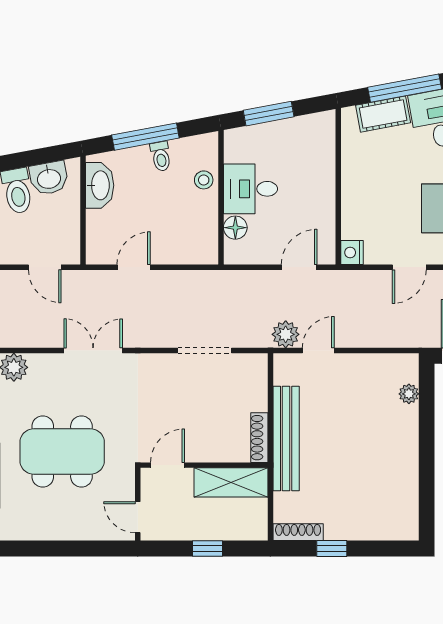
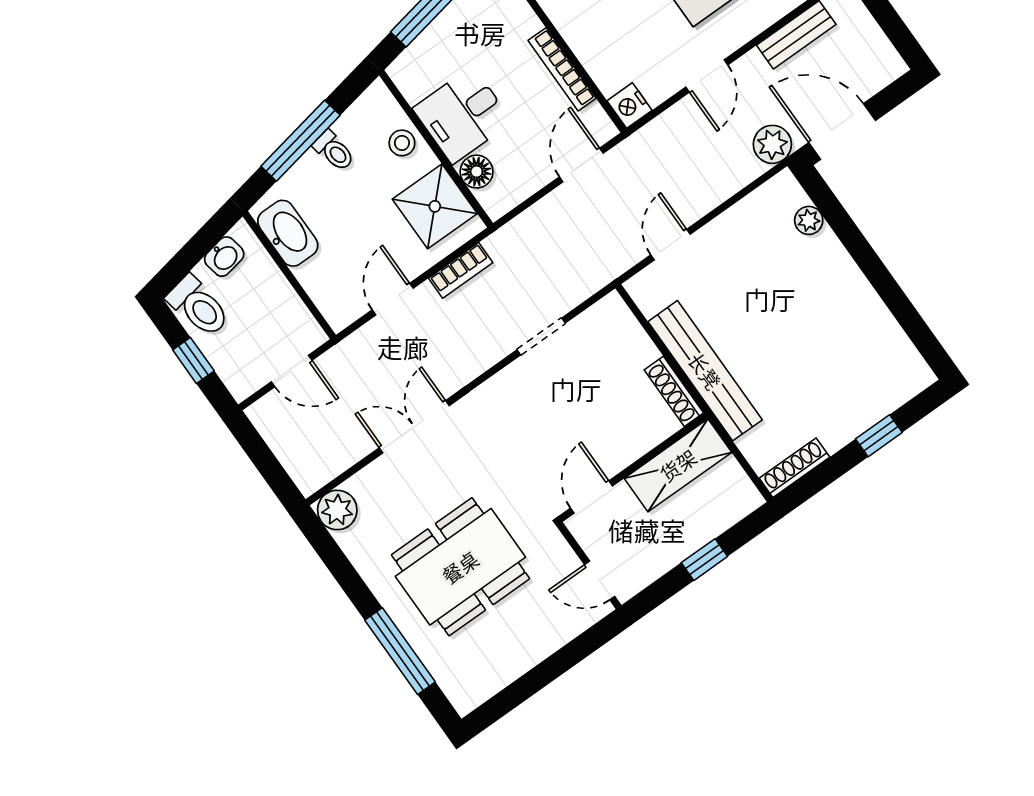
washbasin: (49, 178) -> (224, 257), width x0.72, depth x0.69
bookcase: (328, 203) -> (562, 69), added
shower: (197, 231) -> (435, 206), added
bookcase: (185, 279) -> (461, 270), added
plant: (286, 334) -> (772, 144), moved
doorway: (205, 351) -> (541, 336), width x0.73
window: (332, 548) -> (879, 436), moved

